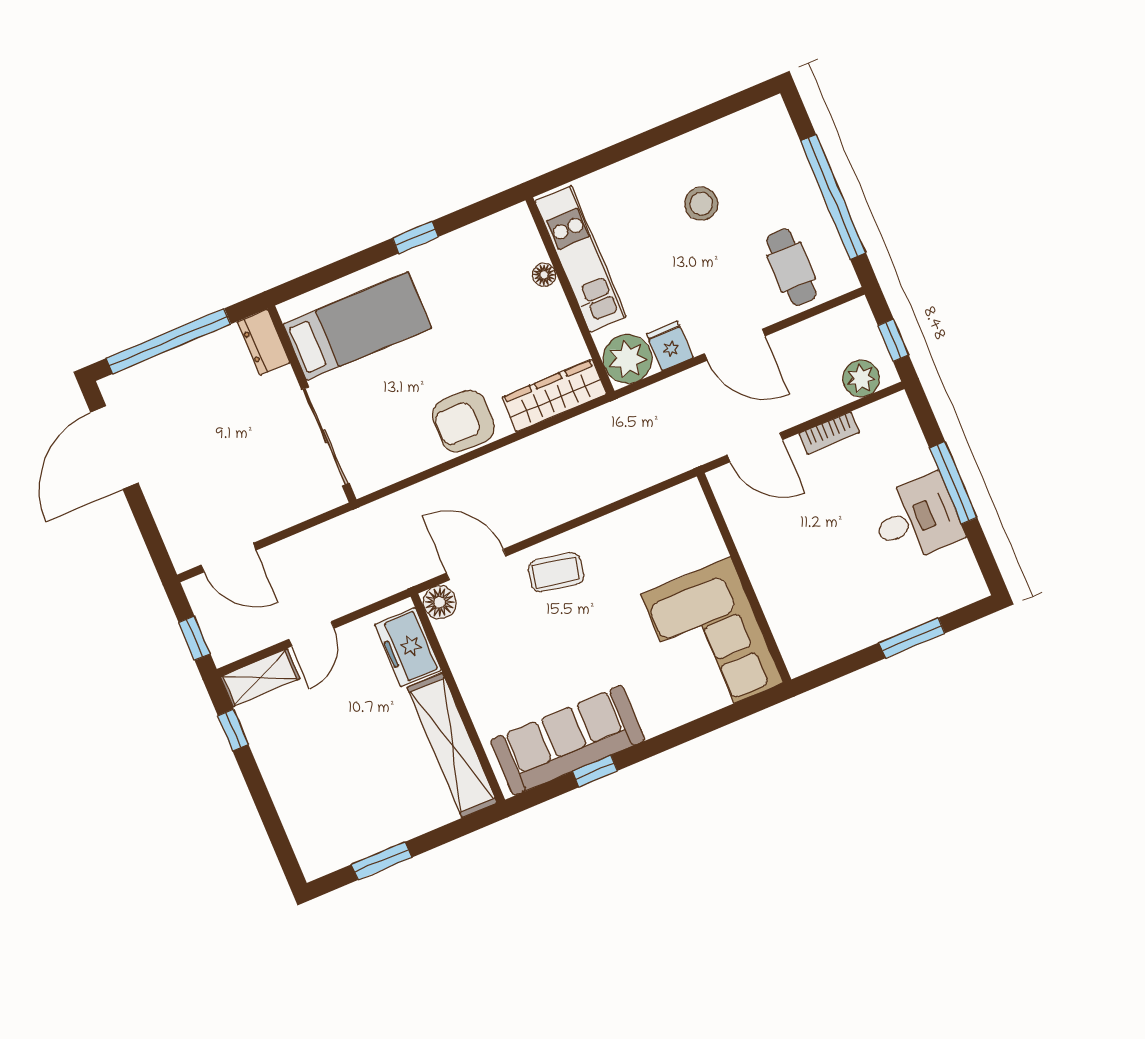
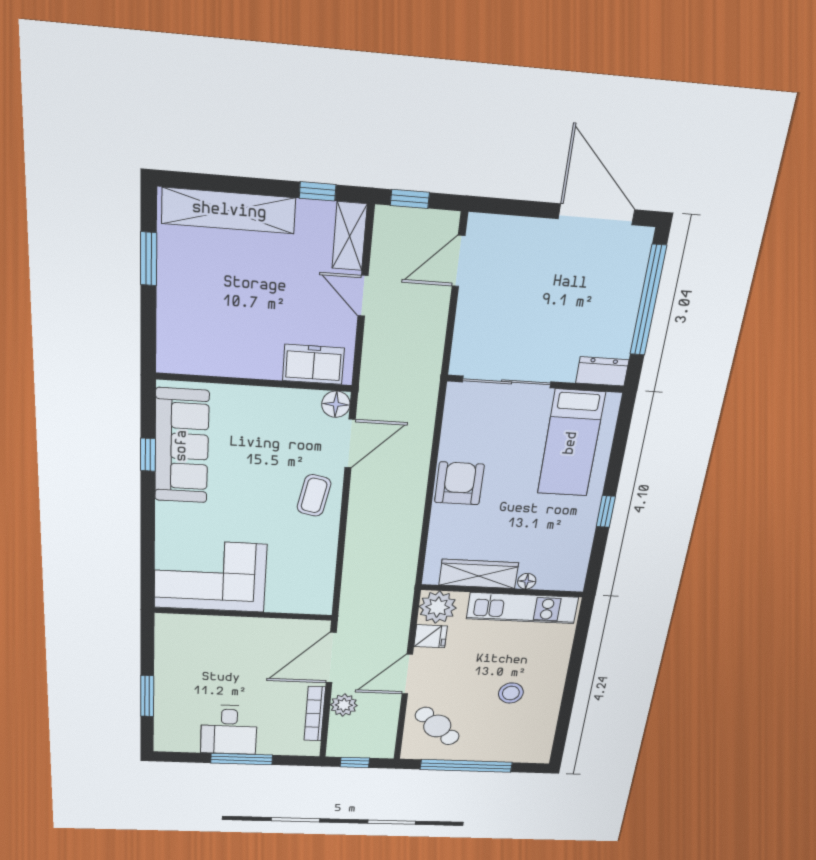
cafe table: (791, 267) -> (437, 726), turned 43
plant: (861, 378) -> (344, 705), moved
wardrobe: (554, 396) -> (479, 574), moved, turned -90
bookcase: (829, 433) -> (315, 714), width x1.56
door: (755, 447) -> (331, 658), width x1.36
shelving: (452, 745) -> (229, 211), moved

